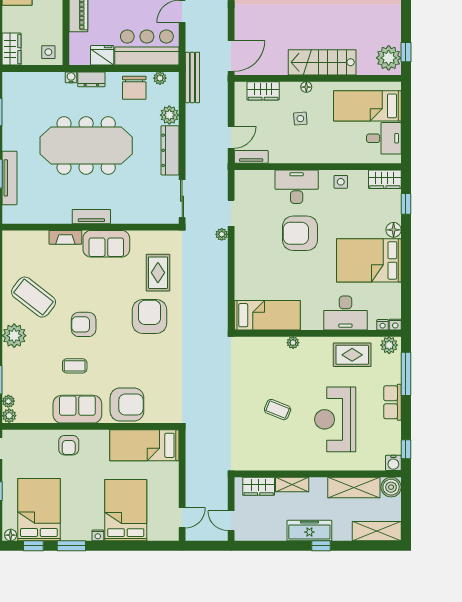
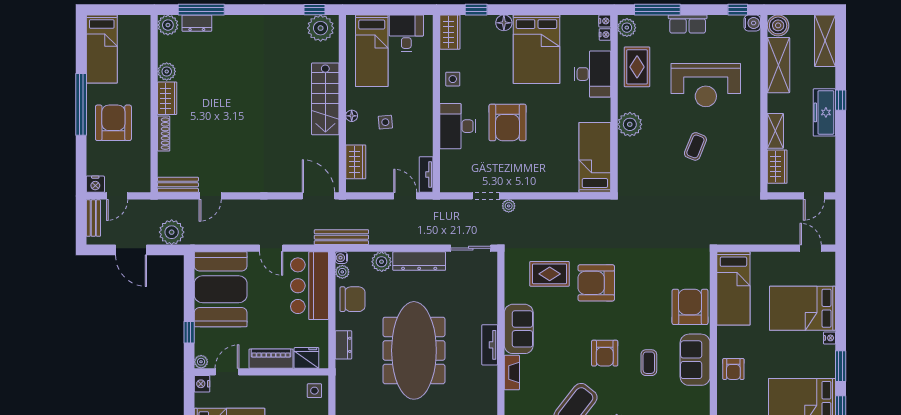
fridge: (102, 55) -> (306, 358), moved, turned 90
water cooler: (71, 77) -> (341, 258), moved
plant: (293, 343) -> (630, 124), width x1.87, depth x1.87
armchair: (69, 445) -> (733, 369), turned 90

